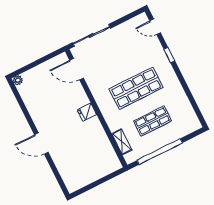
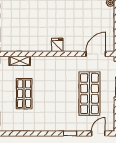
shop shelf: (136, 88) -> (89, 94), moved

